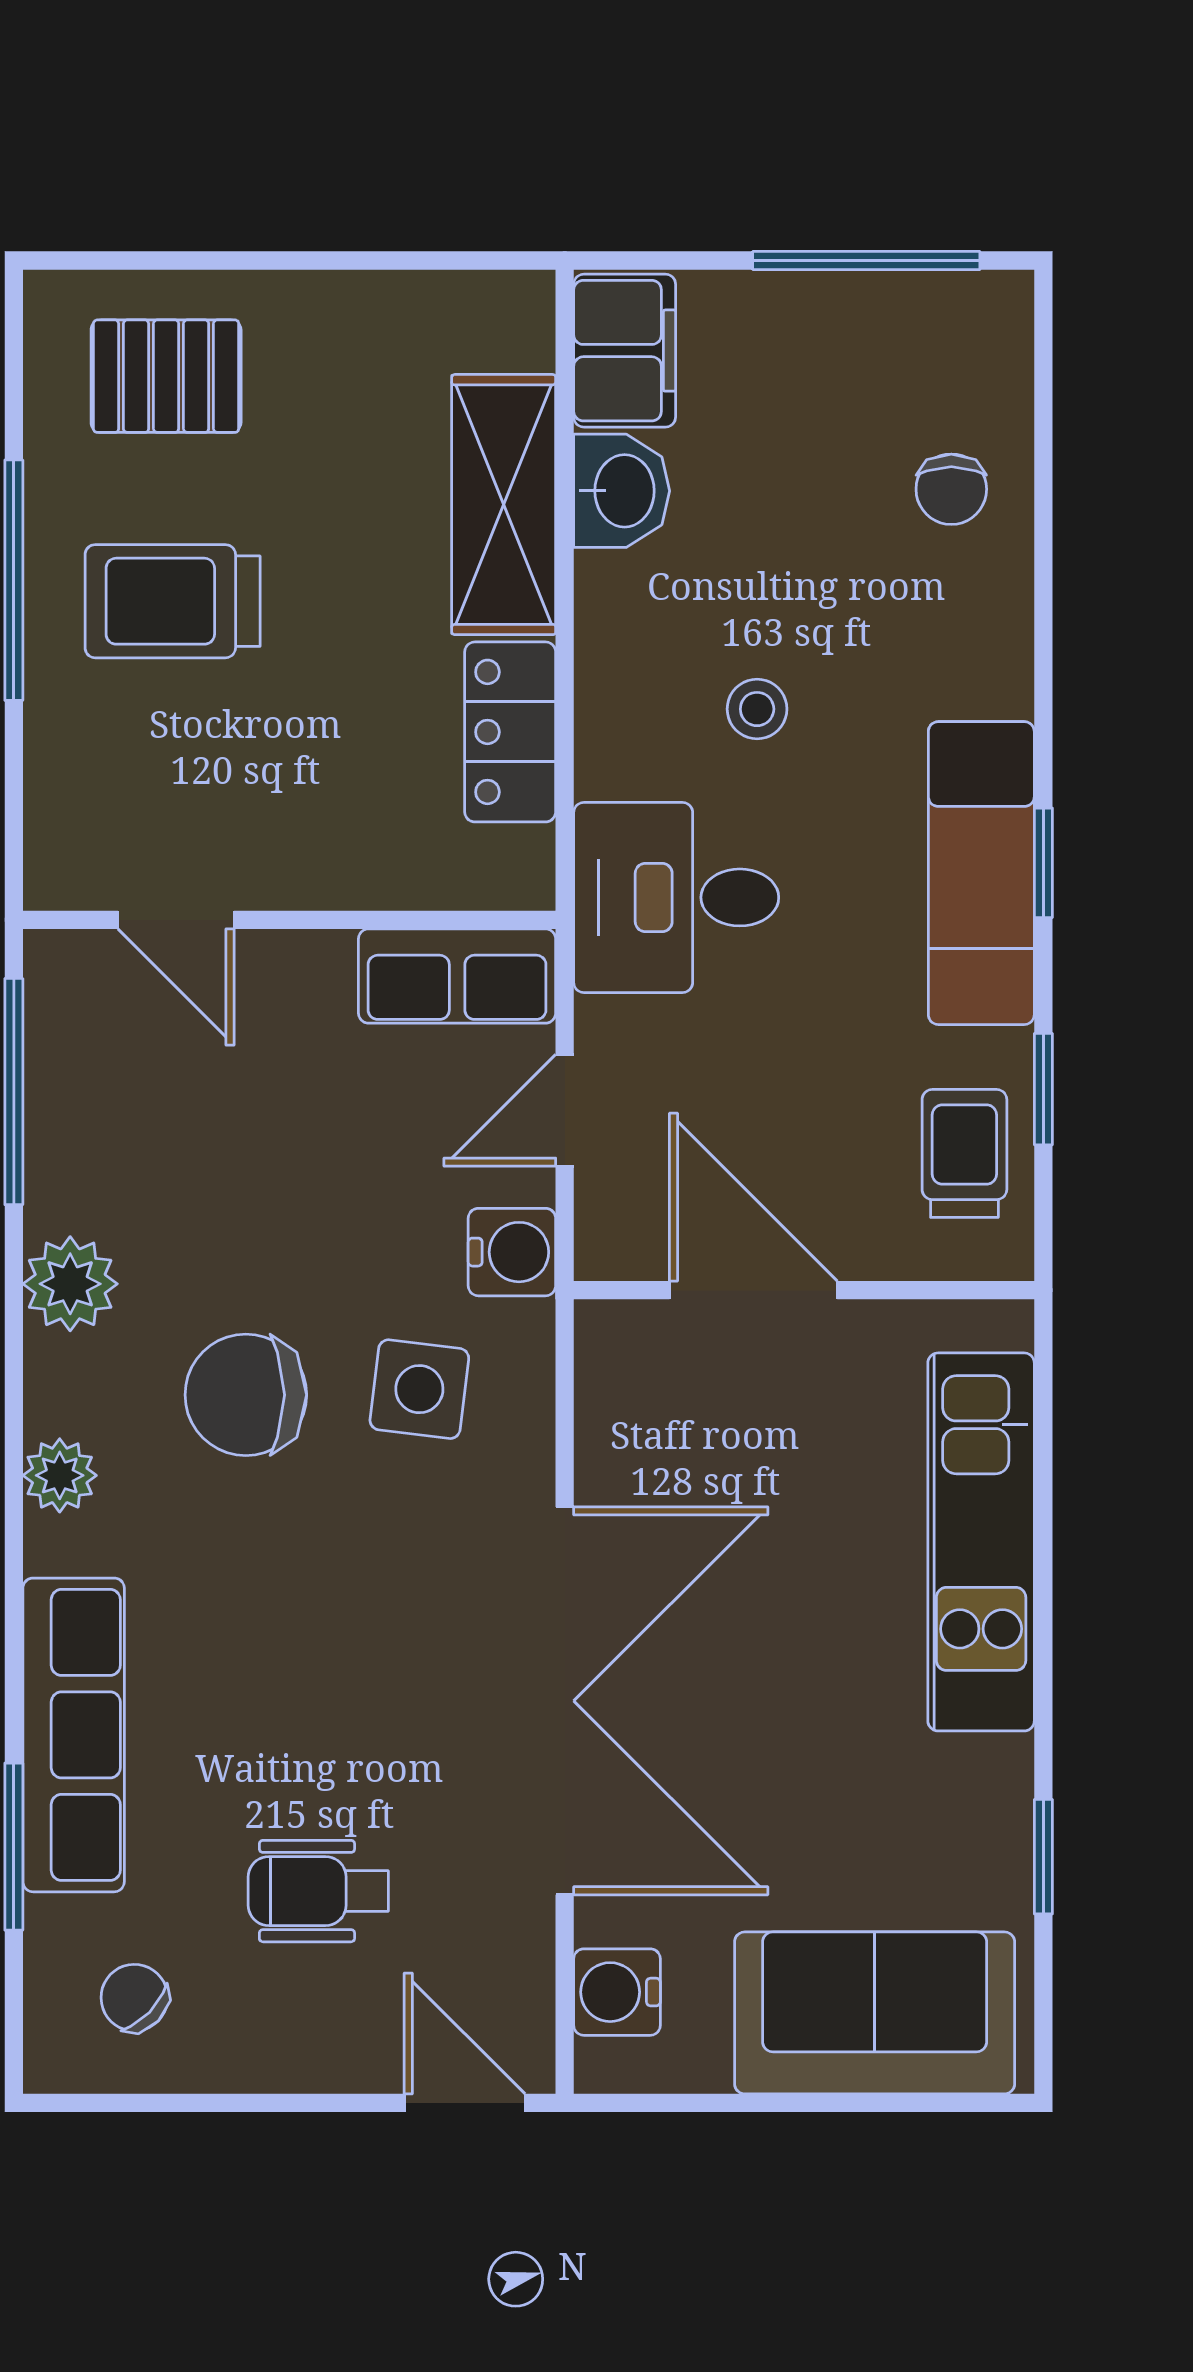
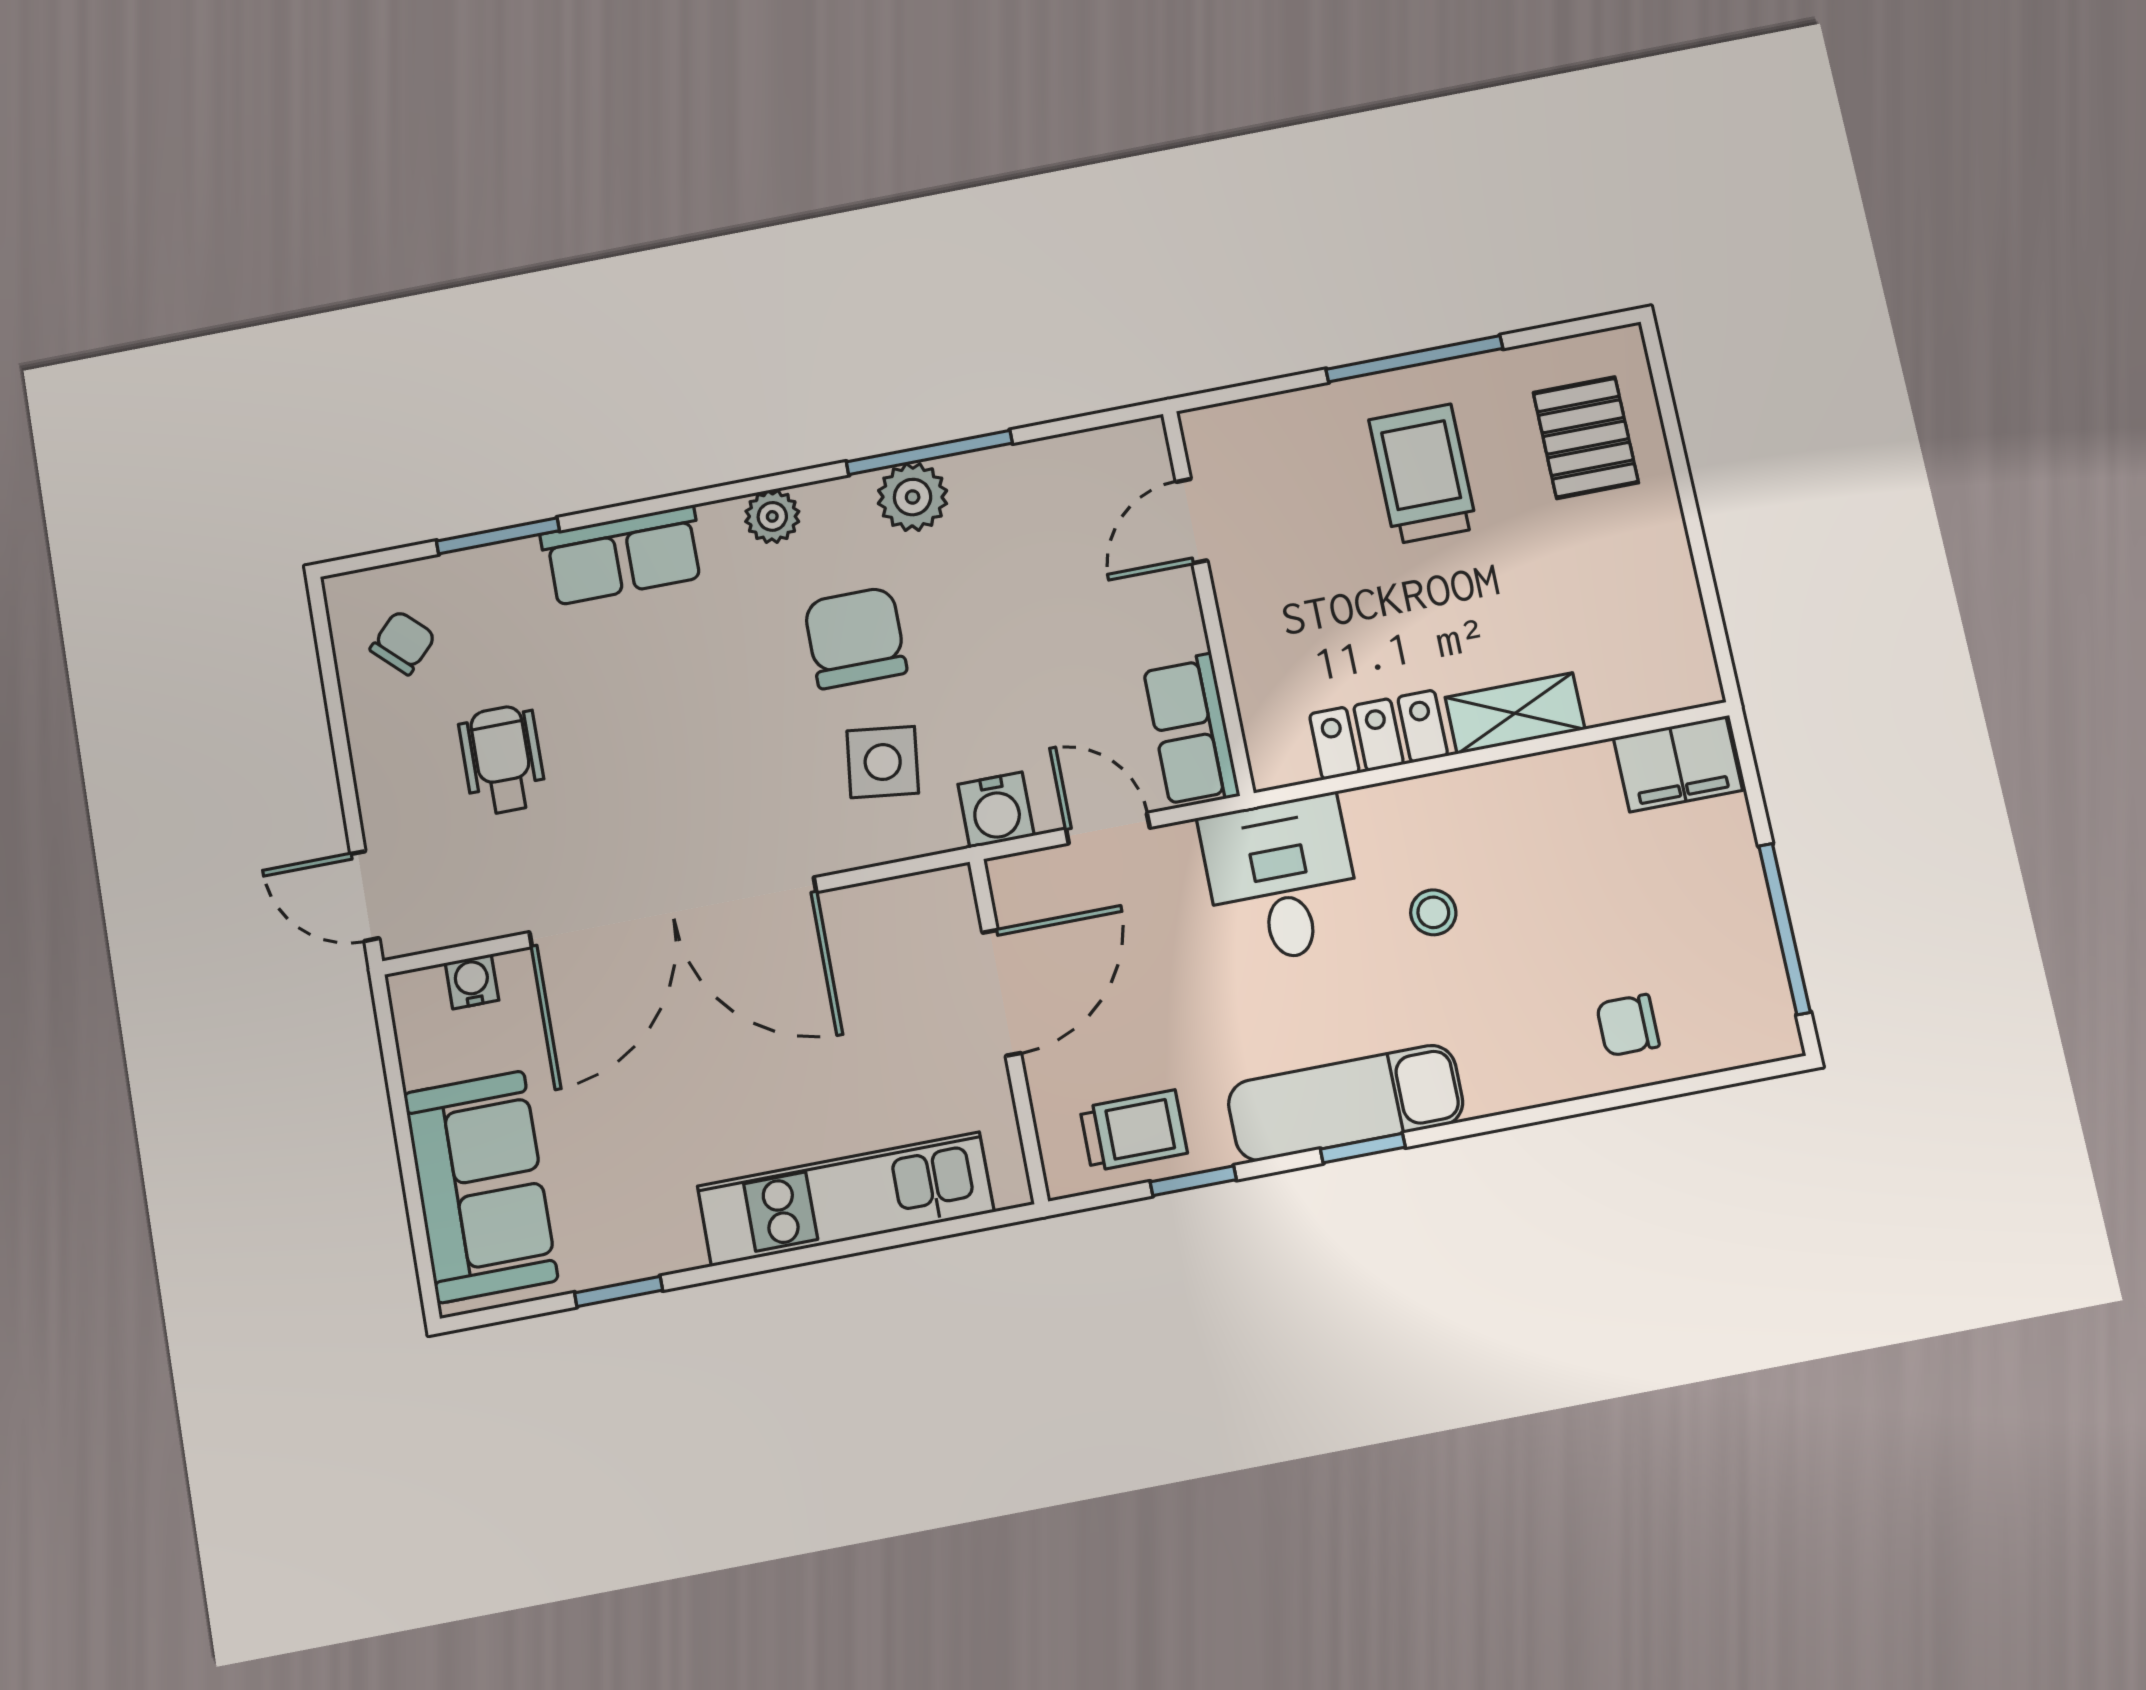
washbasin: (622, 491) -> (1574, 782), removed
shelving: (504, 505) -> (1515, 713), width x0.67, depth x0.75
window: (14, 1092) -> (929, 452), moved
row of seats: (74, 1735) -> (623, 555), width x0.68
water cooler: (617, 1992) -> (472, 982), width x0.72, depth x0.72
door: (465, 2103) -> (365, 896), swing flipped

